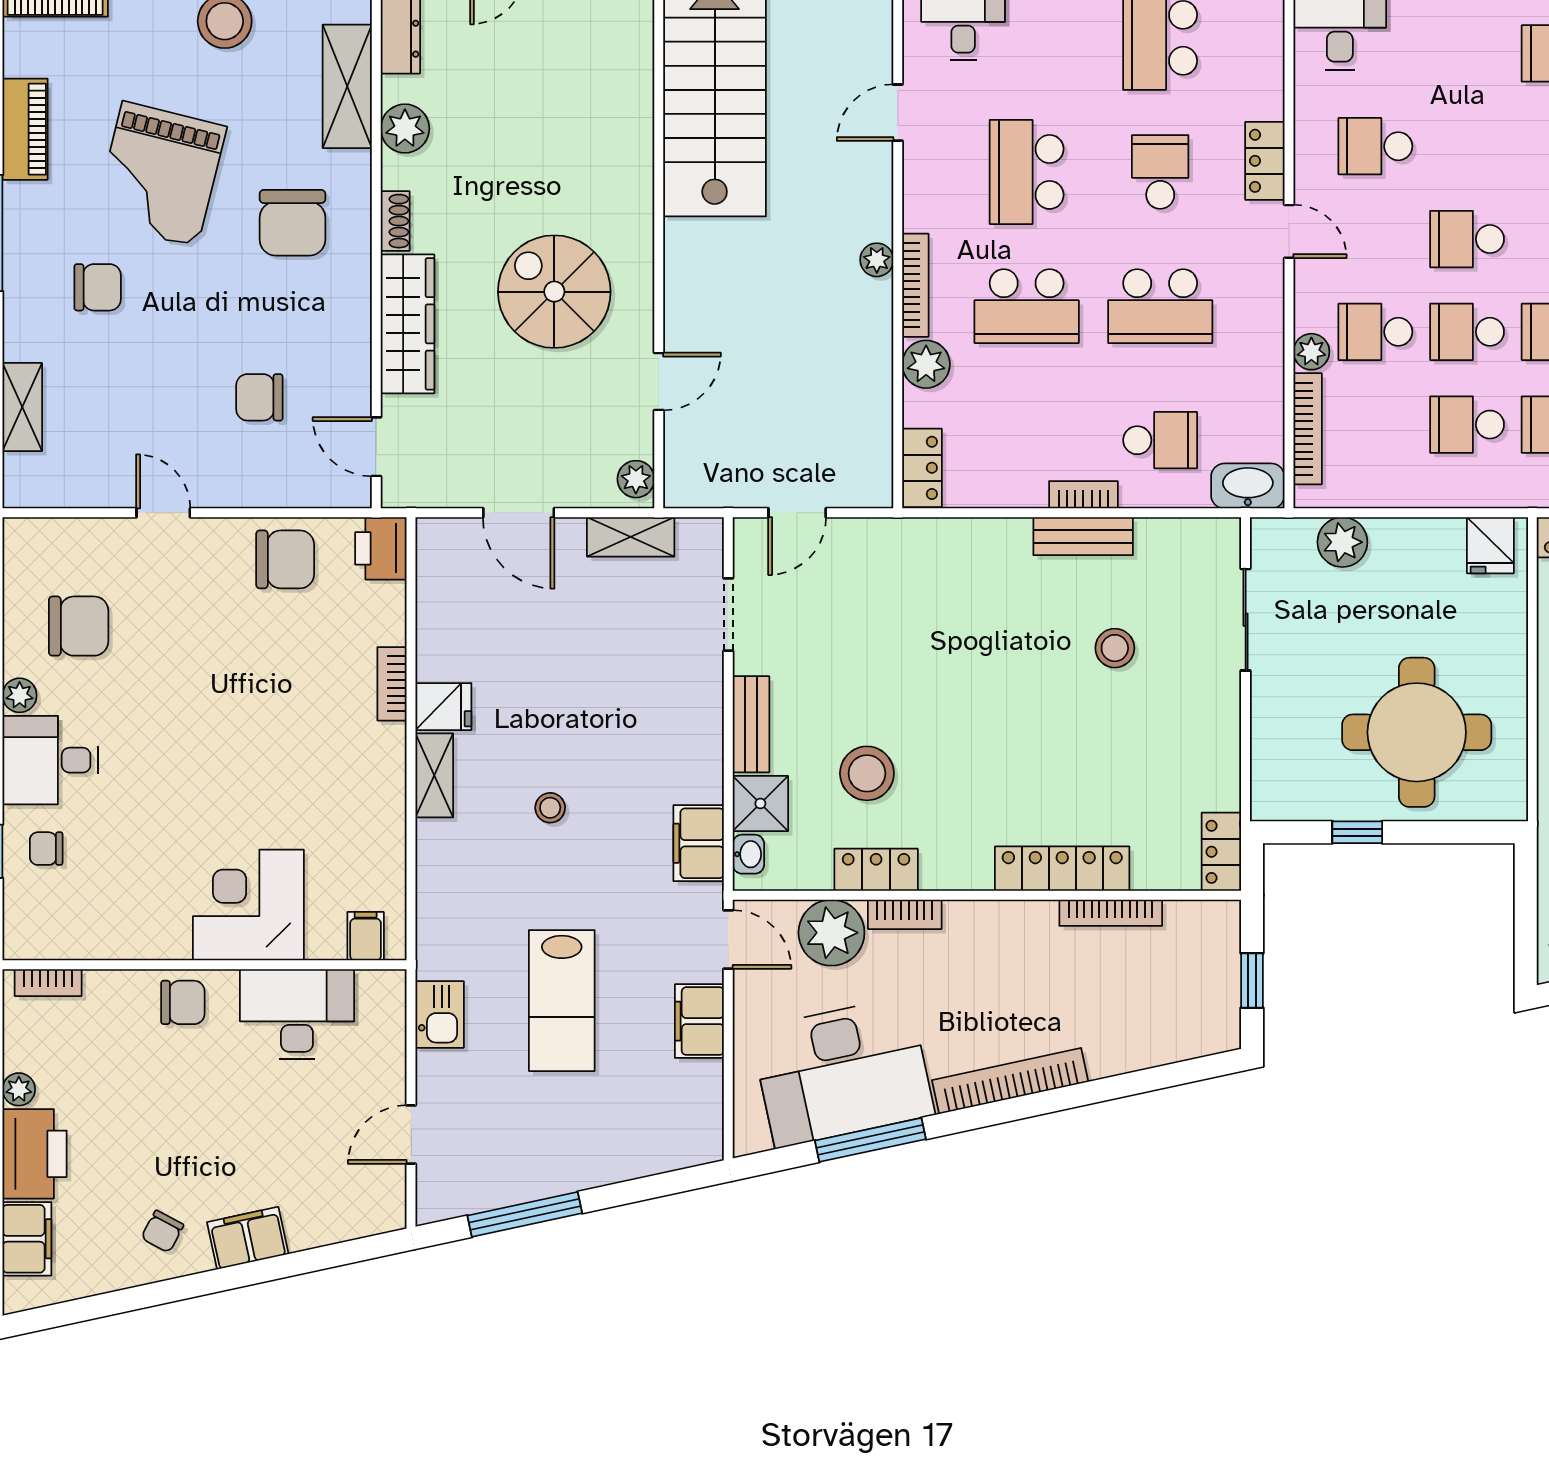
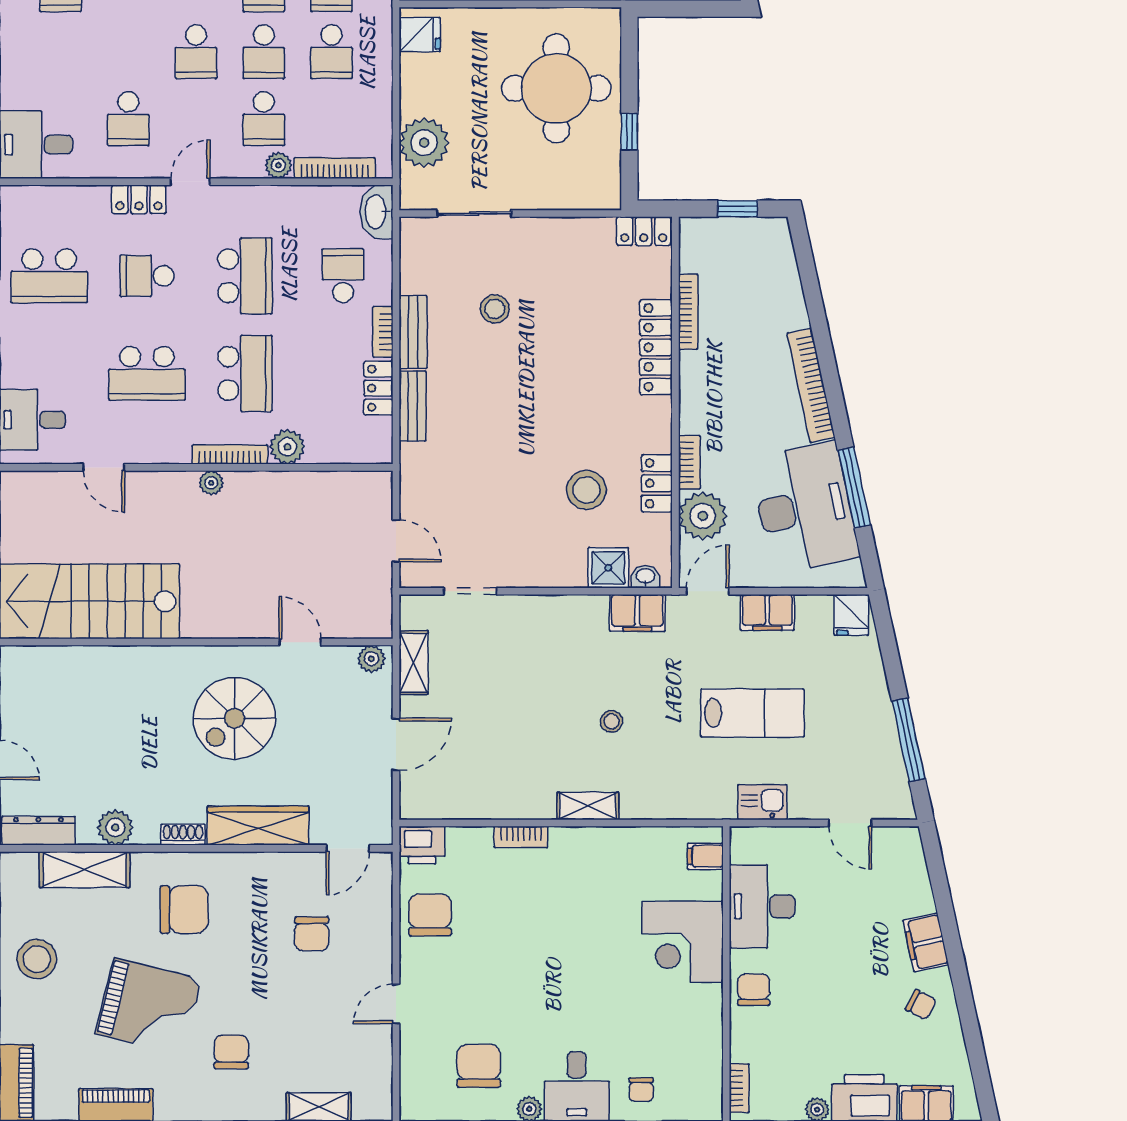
locker: (922, 468) -> (378, 388), moved, turned -90
plant: (1342, 542) -> (424, 143), width x1.36, depth x1.36
fridge: (443, 707) -> (851, 615), moved, turned 180
bench: (751, 724) -> (413, 406), moved, turned 90

